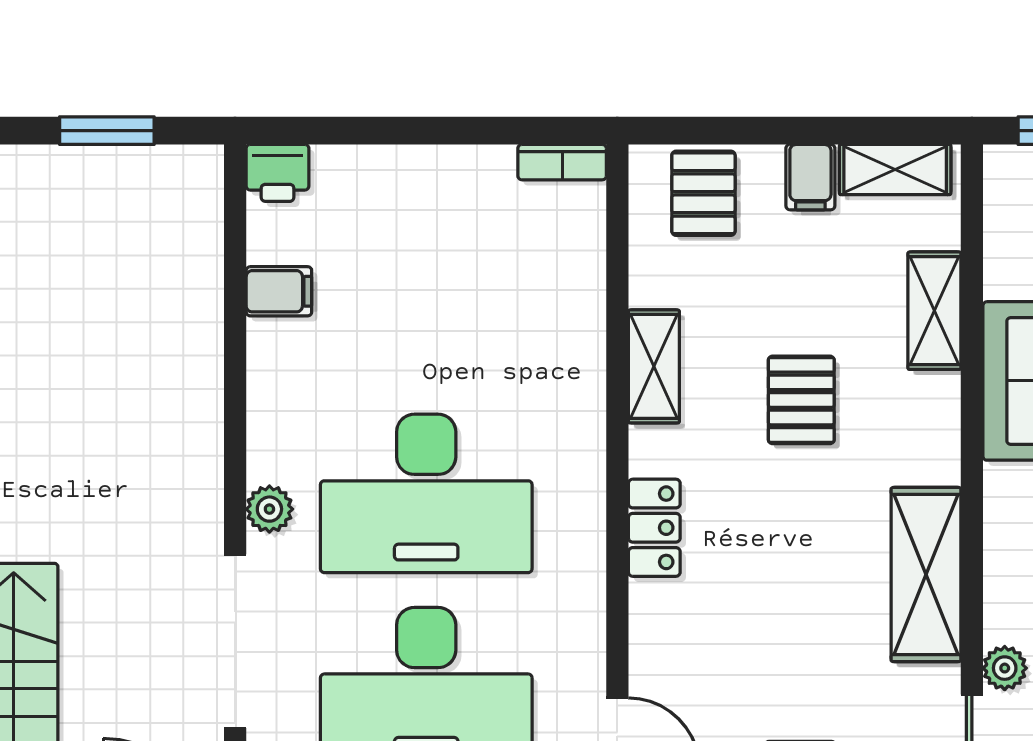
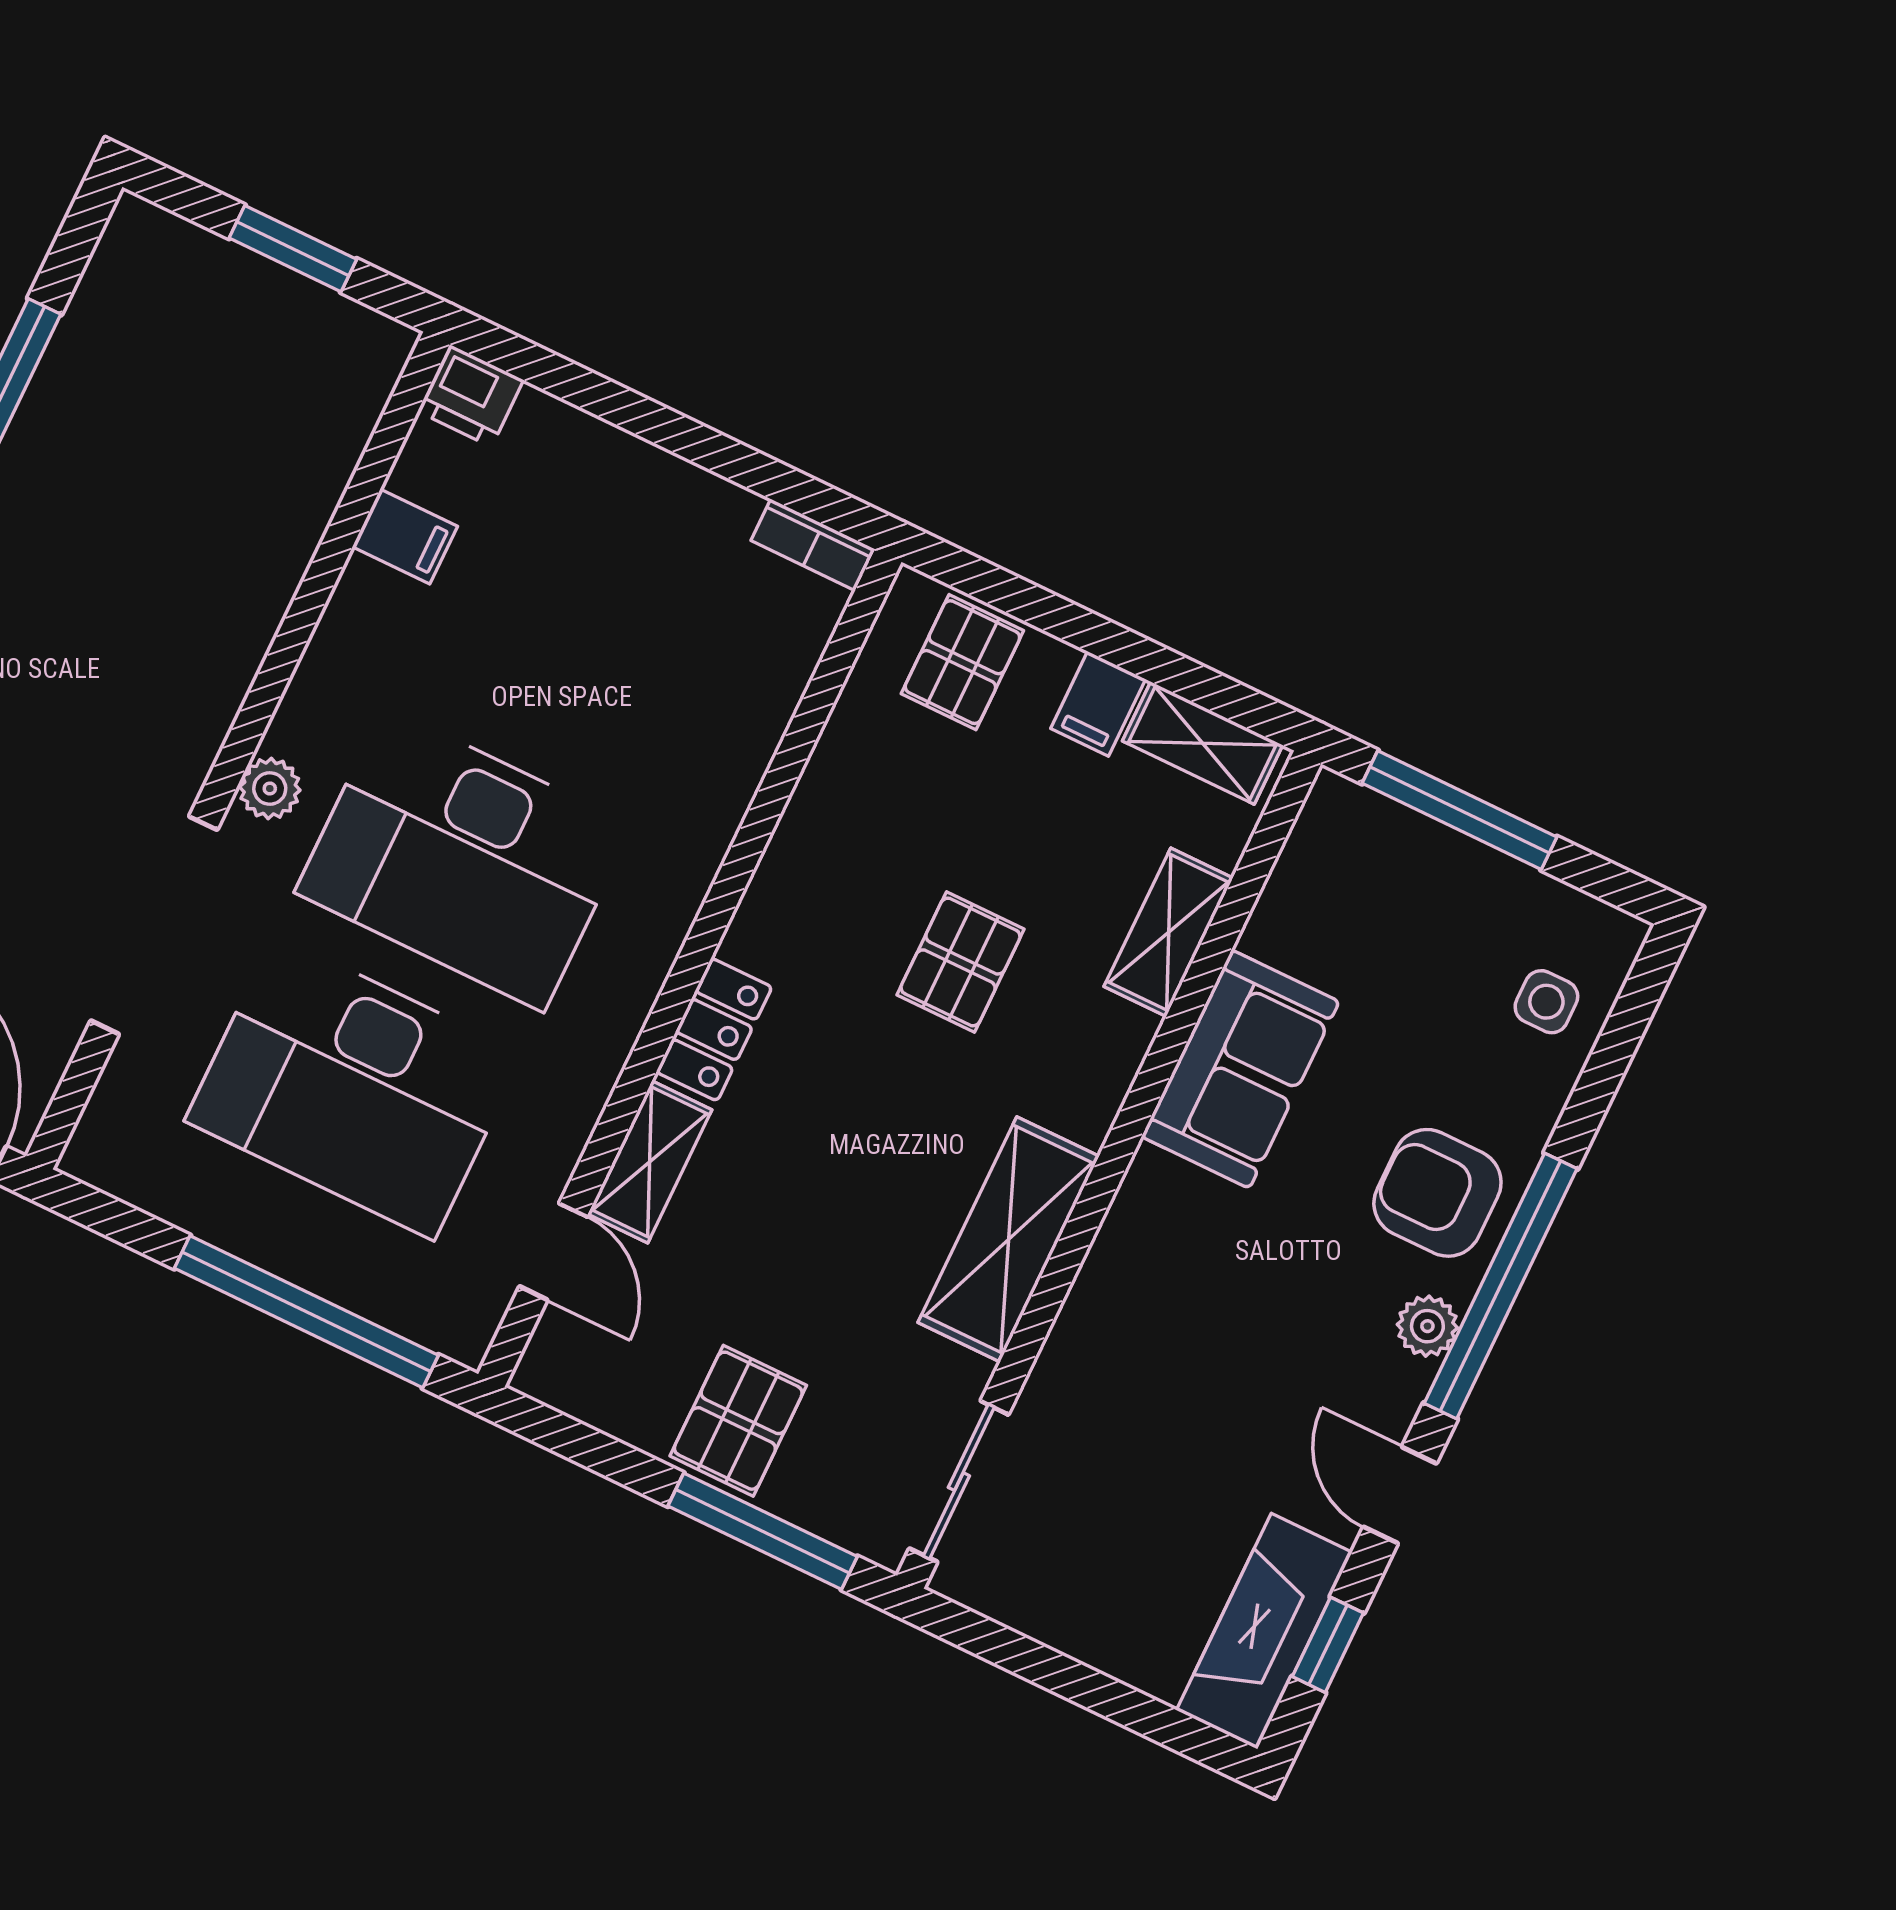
shelving: (654, 366) -> (650, 1162), moved
plant: (1005, 668) -> (1048, 1395), removed

